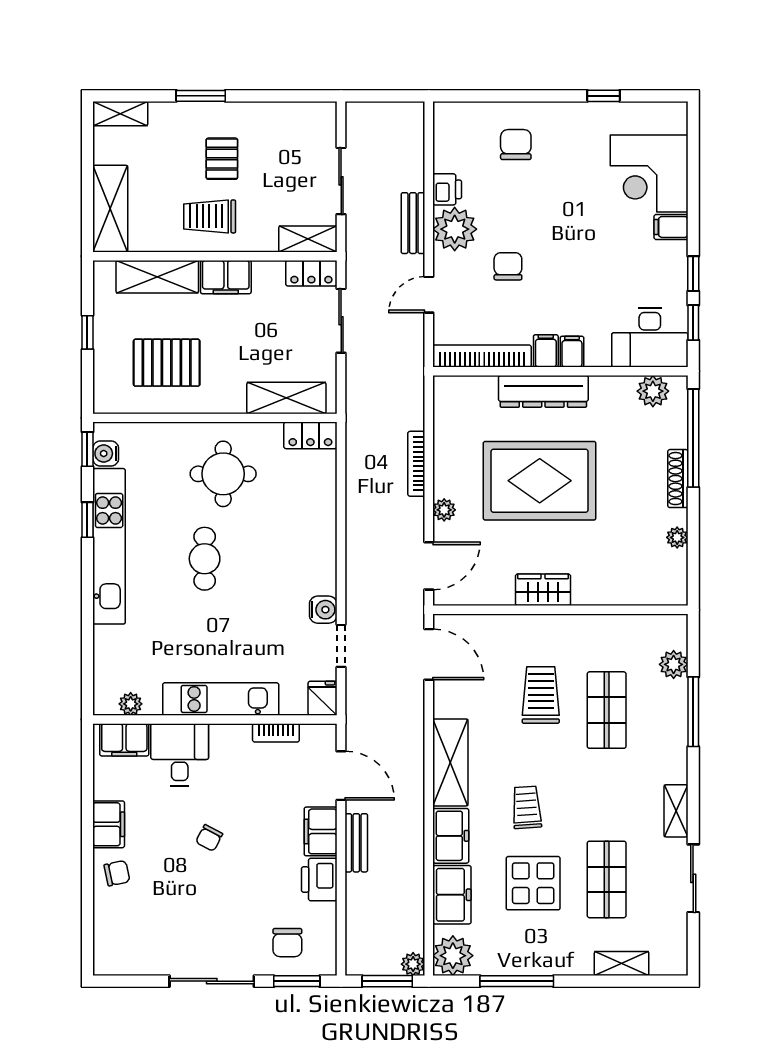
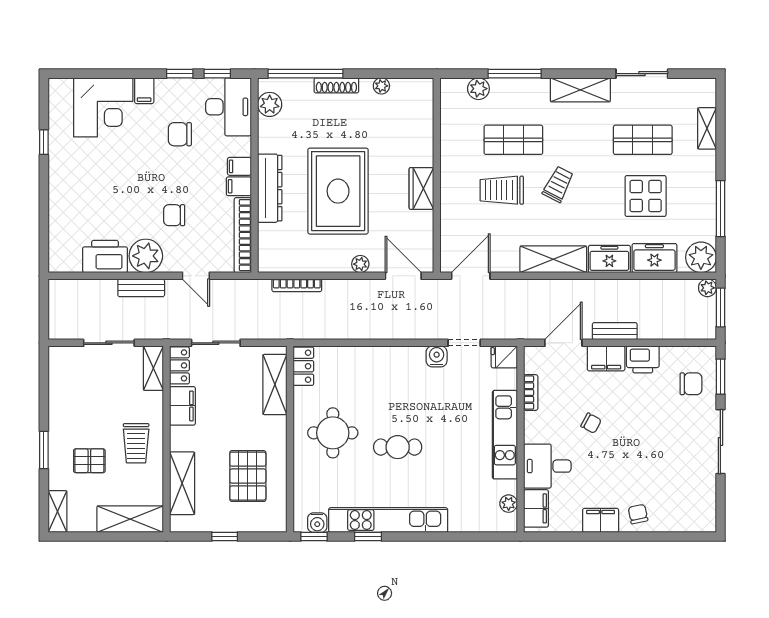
chair: (516, 145) -> (180, 134), moved
pallet: (222, 159) -> (89, 461), moved
printer: (447, 189) -> (105, 257), width x1.87, depth x1.48
filing cabinet: (226, 277) -> (182, 406), moved
bookcase: (416, 464) -> (297, 285), moved
trolley: (527, 807) -> (558, 184), moved, turned 121
shelving: (676, 811) -> (580, 90), width x1.50, depth x1.33
chair: (209, 838) -> (591, 423), moved

